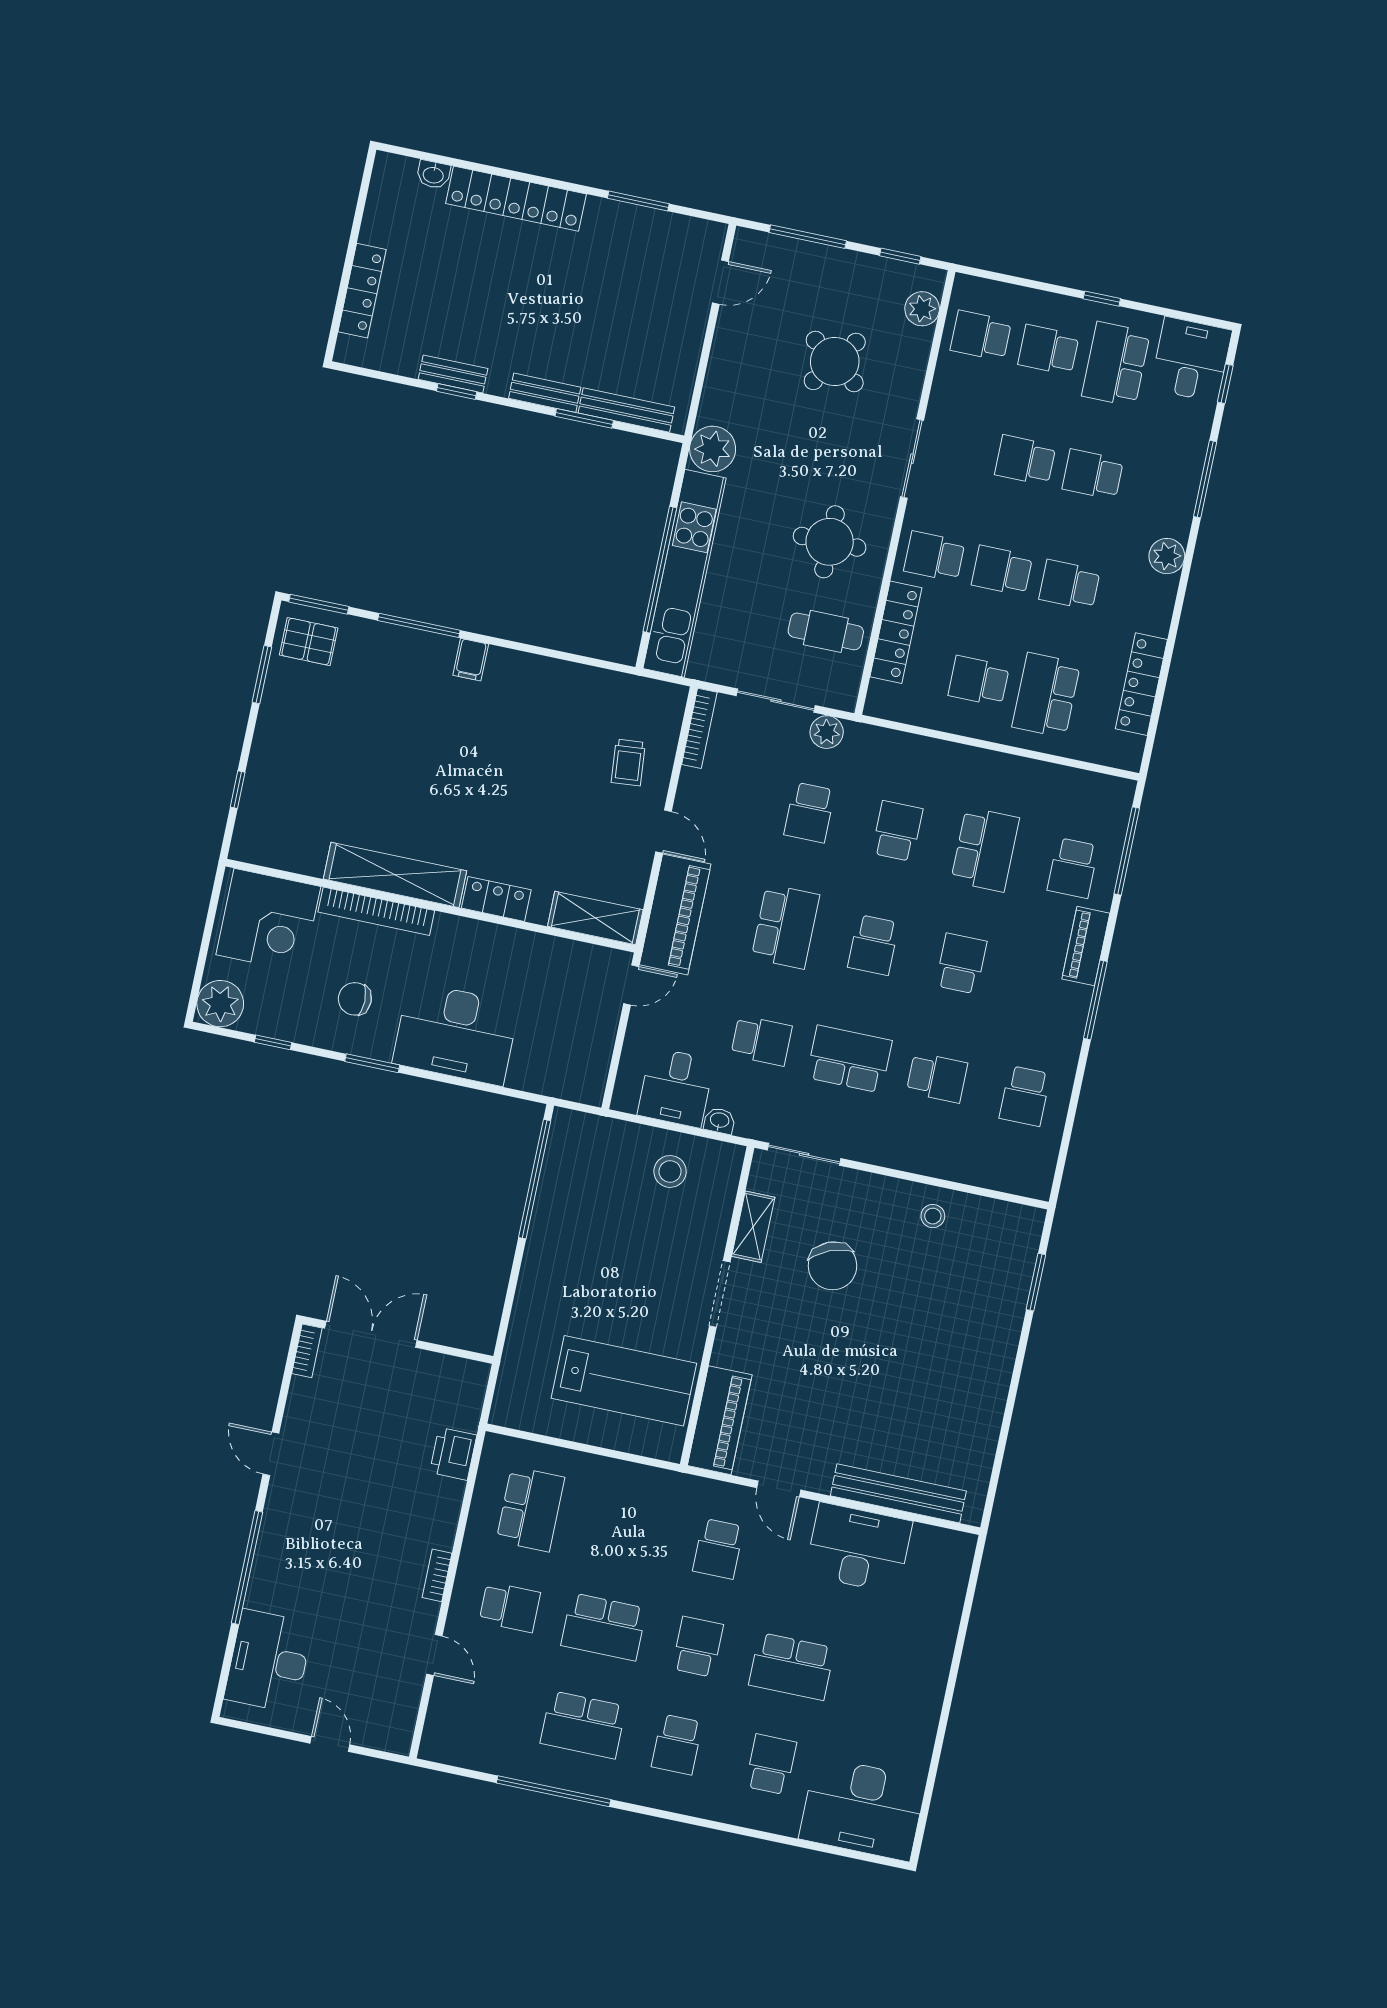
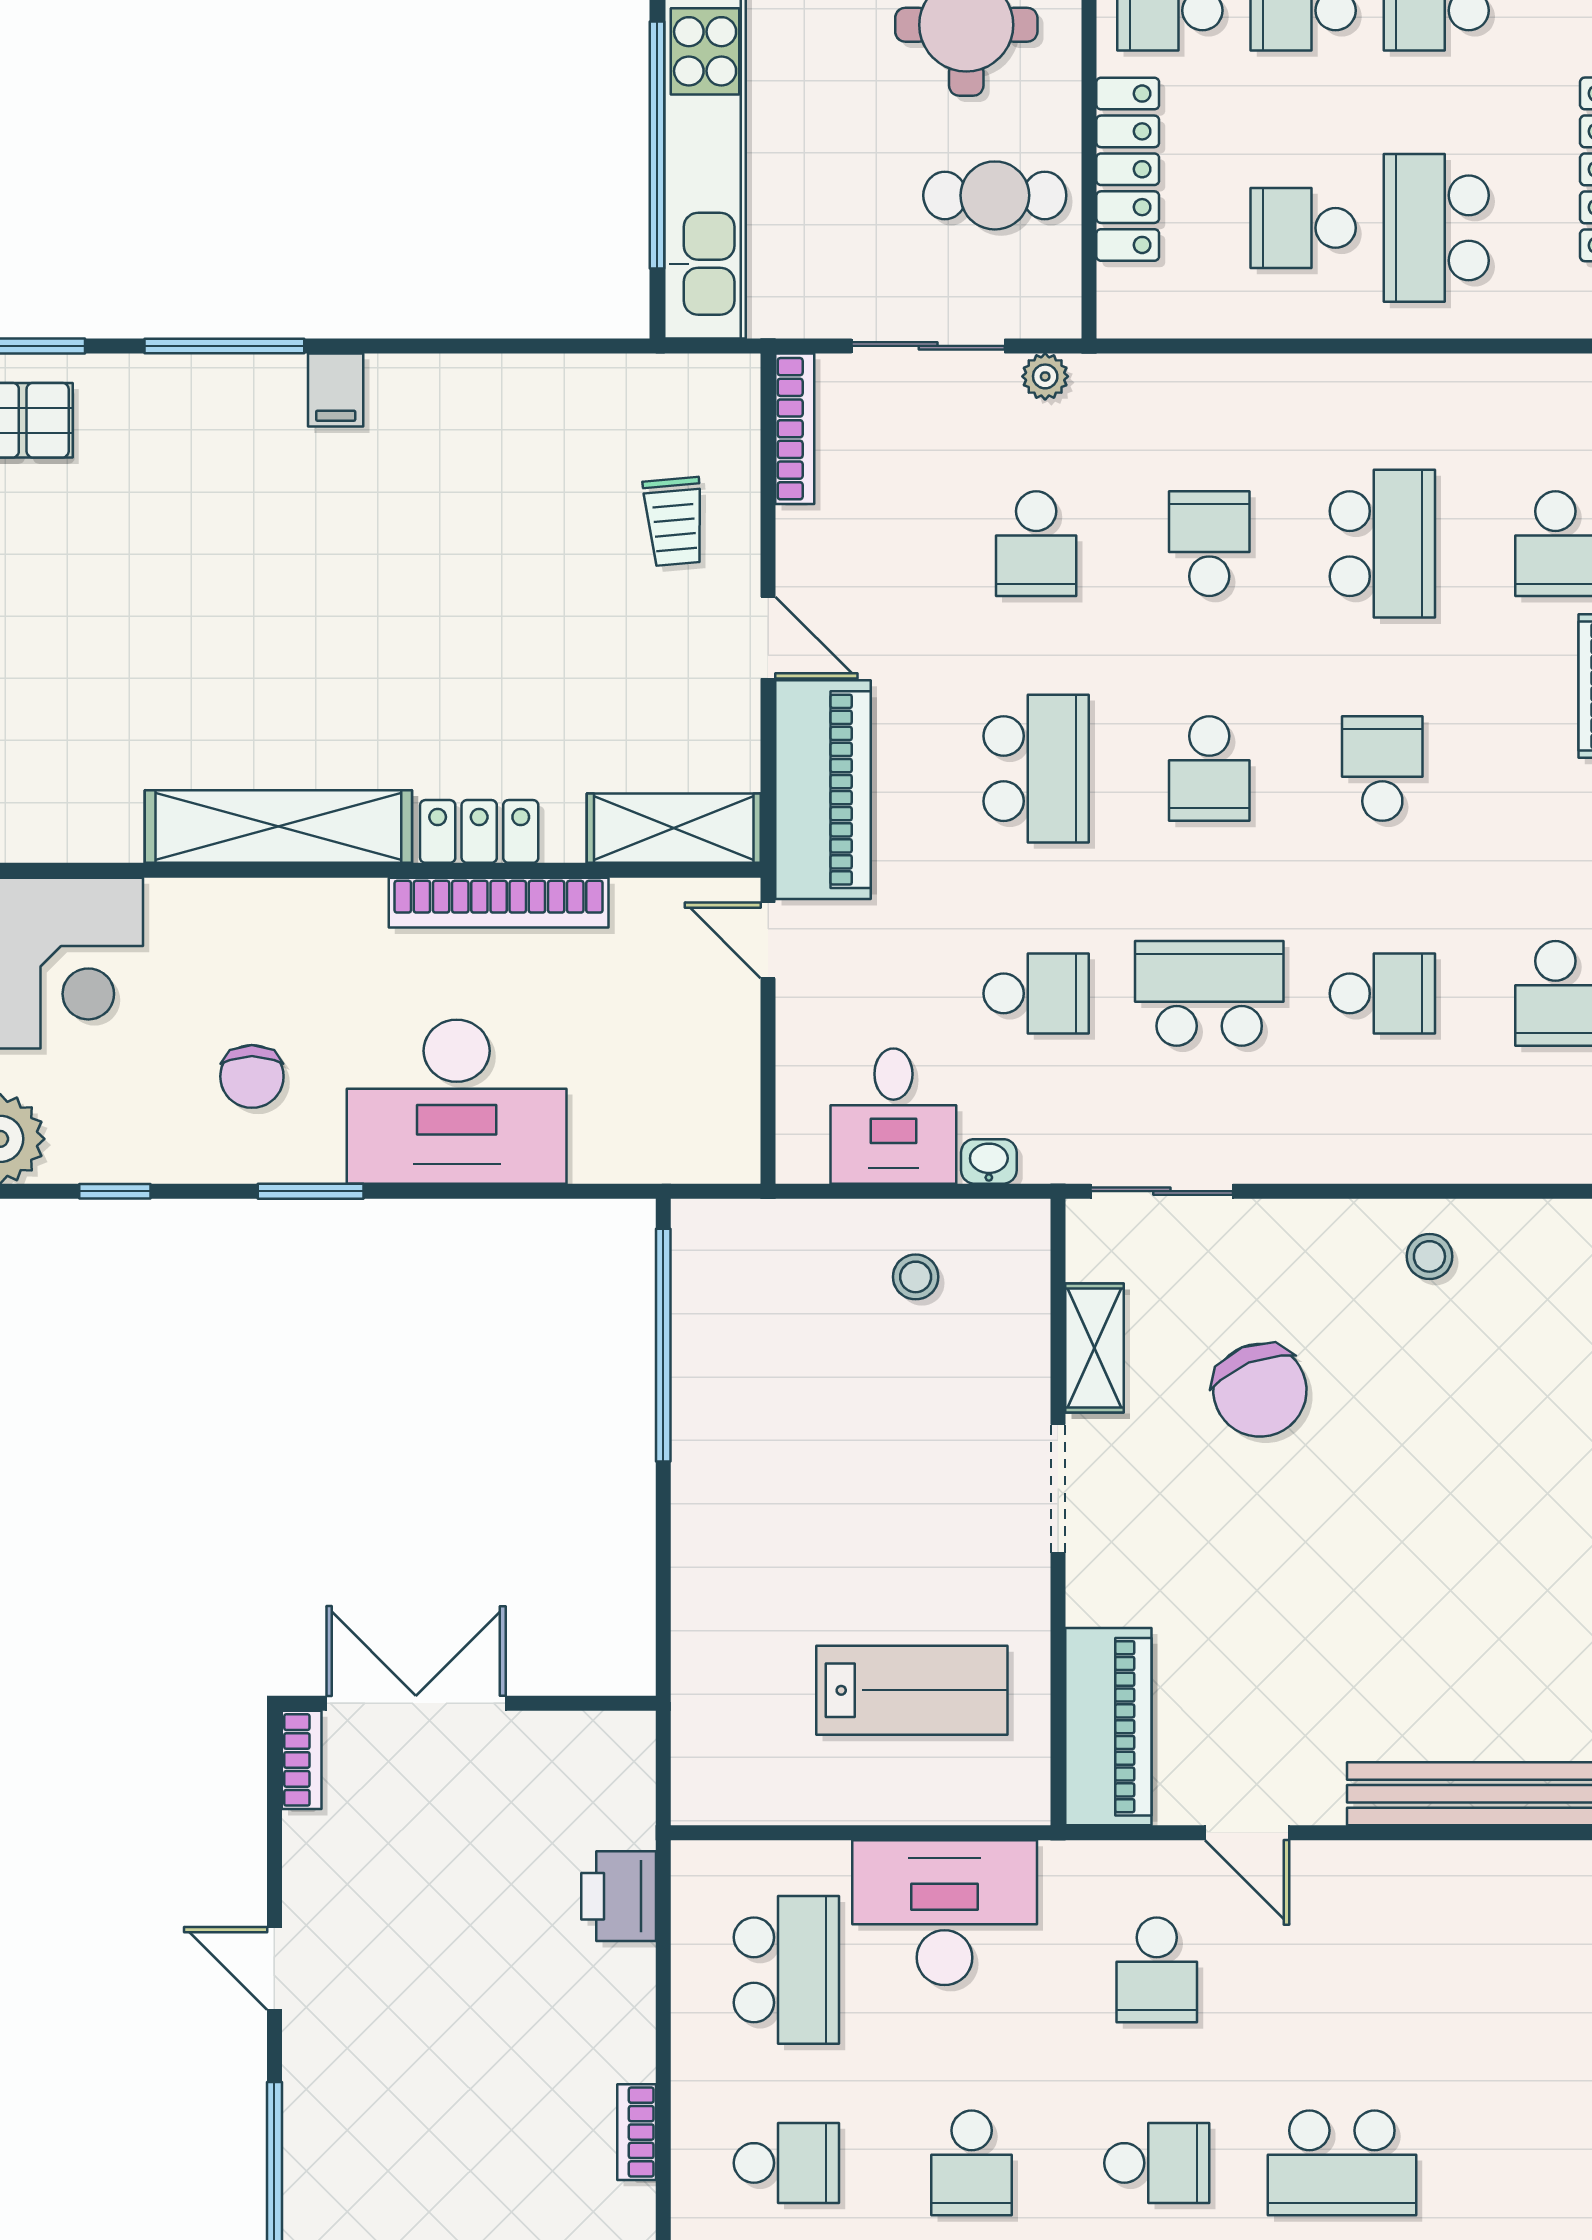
plant: (827, 732) -> (1045, 376), width x0.73, depth x0.73
bookcase: (376, 911) -> (499, 903), moved
door: (631, 985) -> (768, 940), swing flipped
chair: (355, 999) -> (252, 1076), turned -90
stool: (670, 1171) -> (916, 1277), width x0.73, depth x0.73
lab bench: (624, 1381) -> (912, 1690), width x0.73, depth x0.72
desk: (859, 1548) -> (945, 1913), moved
school desk: (604, 1627) -> (972, 2163), width x0.54
school desk: (698, 1647) -> (1157, 2163), turned 90

